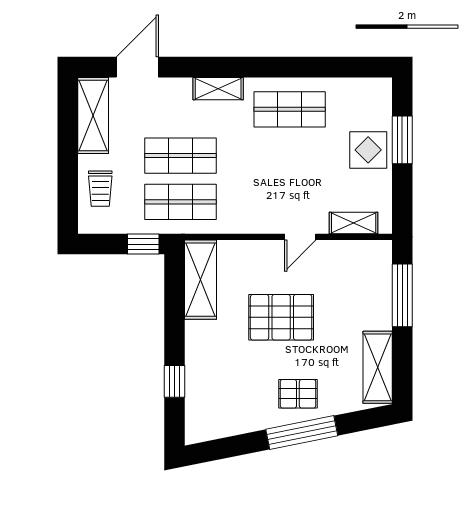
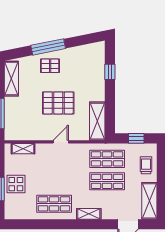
door: (300, 237) -> (61, 142), moved
window: (143, 244) -> (136, 138), moved

